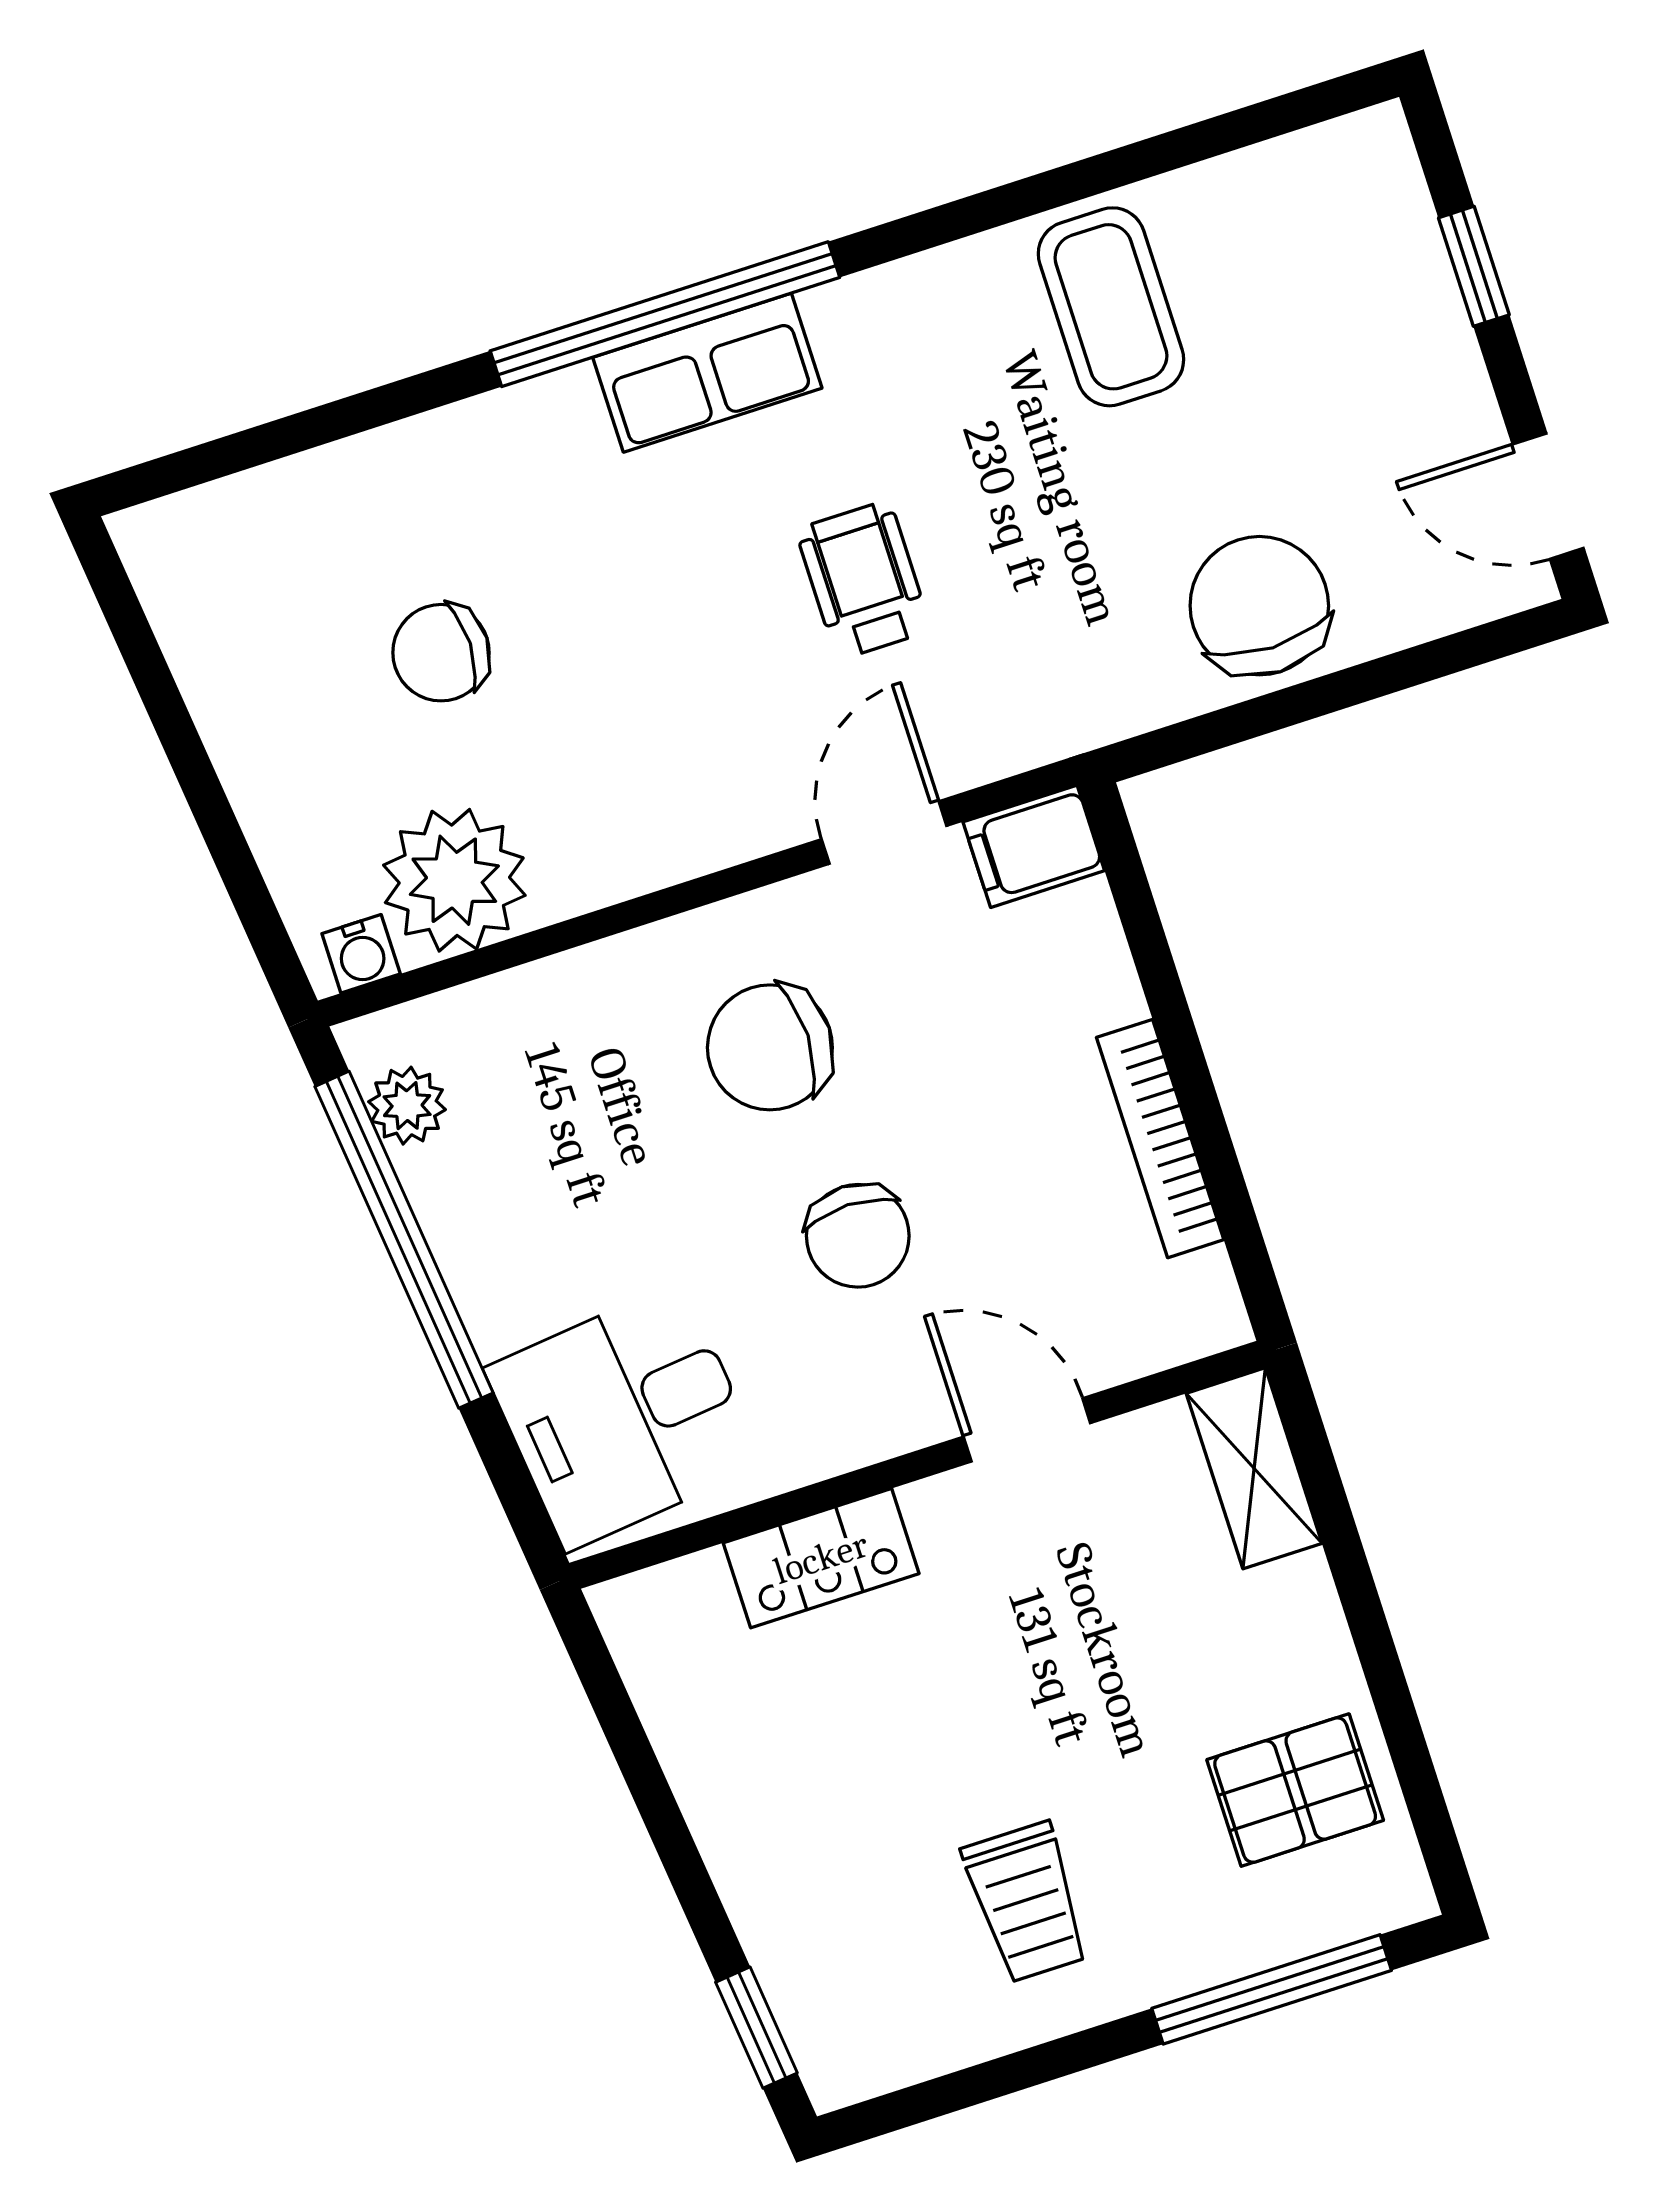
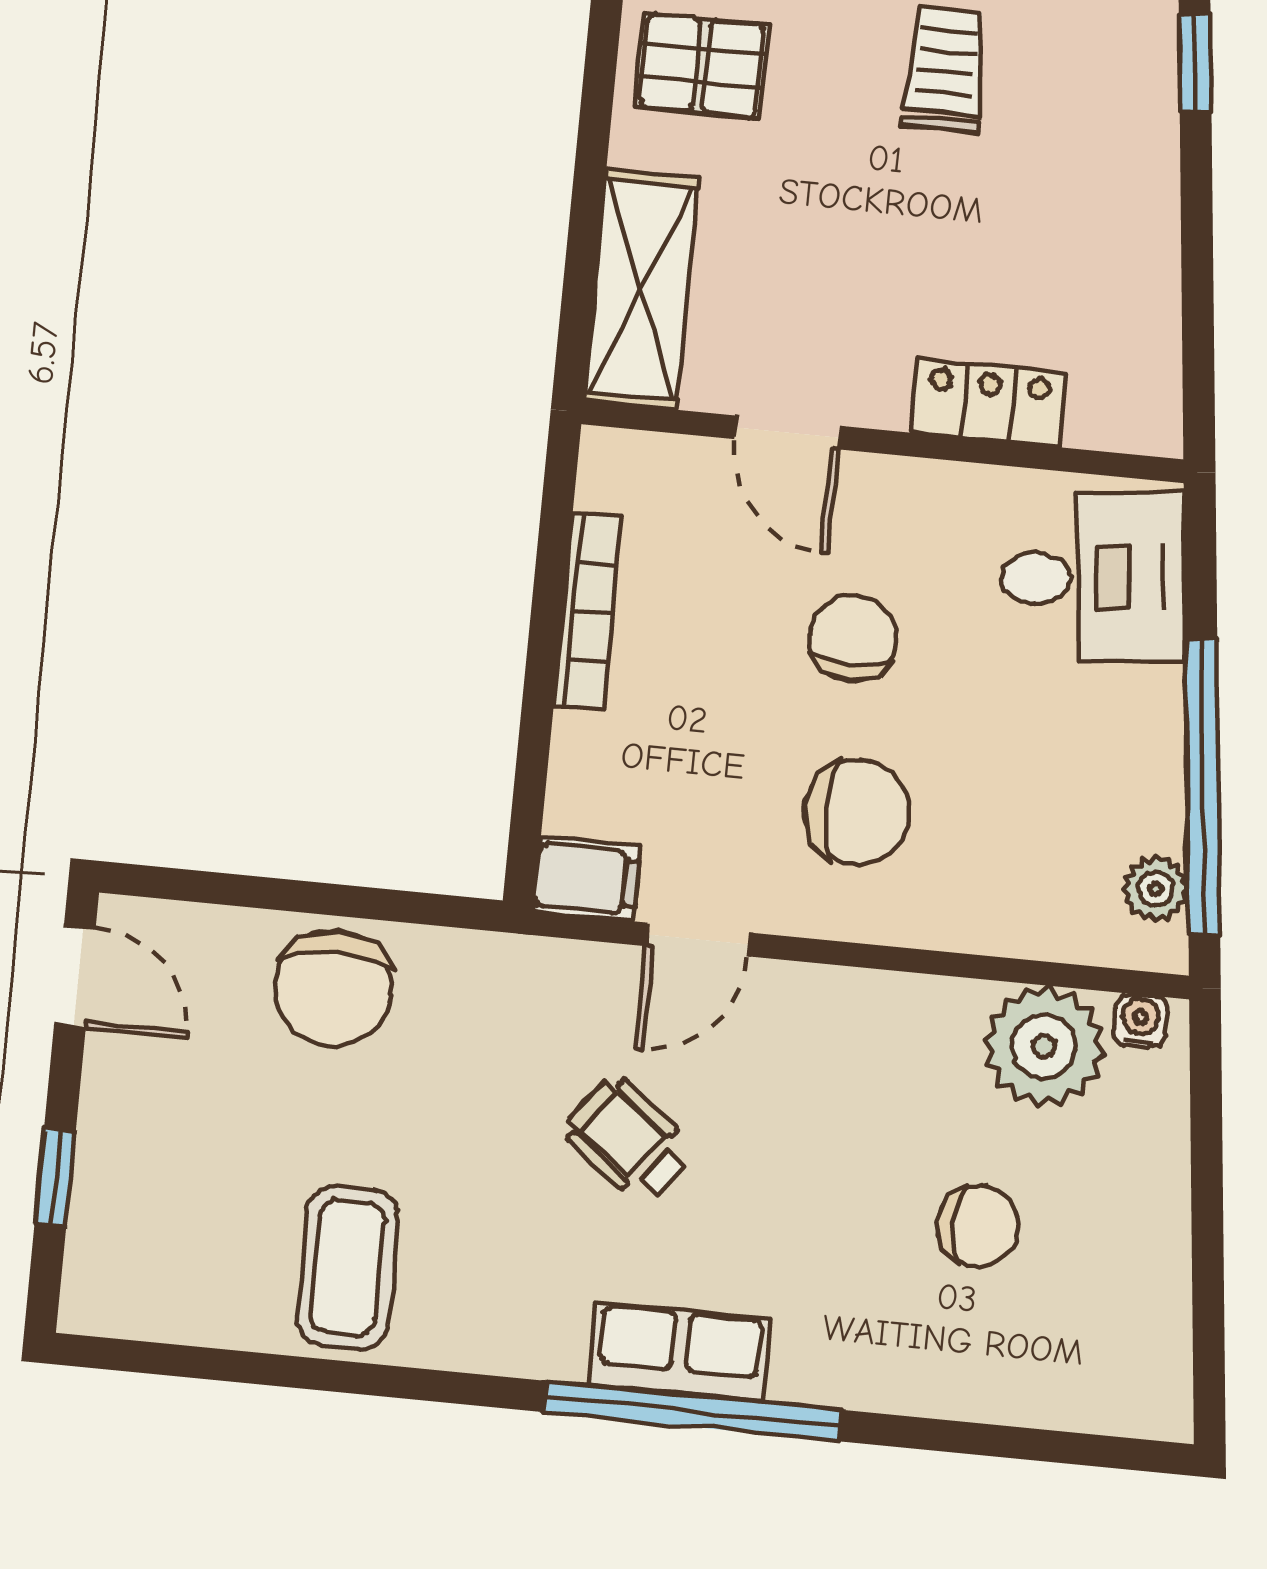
wheelchair: (863, 580) -> (629, 1140), turned 128
shelving: (1254, 1468) -> (641, 290), width x1.50, depth x1.33

